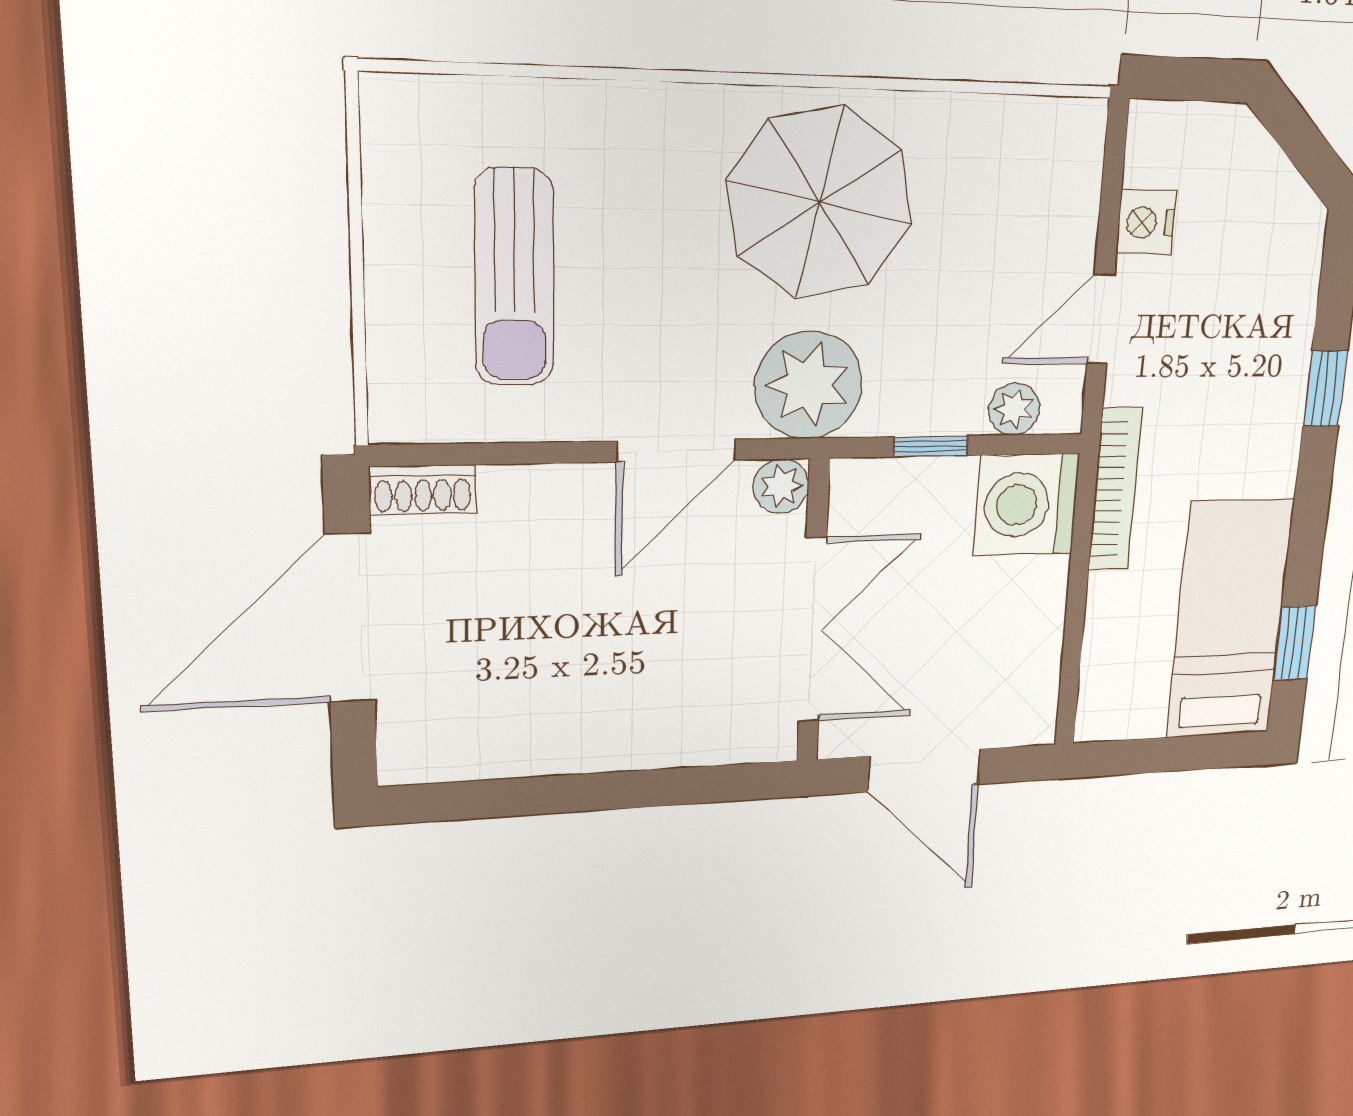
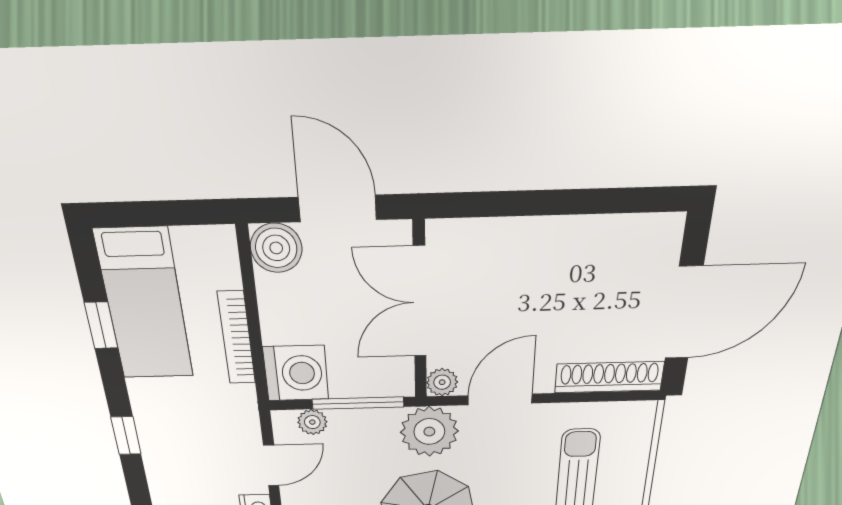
window: (931, 446) -> (358, 403), width x2.17
bookcase: (1115, 489) -> (237, 338), moved
shoe rack: (423, 490) -> (609, 377), width x1.94, depth x1.24
window: (1294, 643) -> (101, 325), moved
boiler: (1022, 711) -> (276, 248), added

